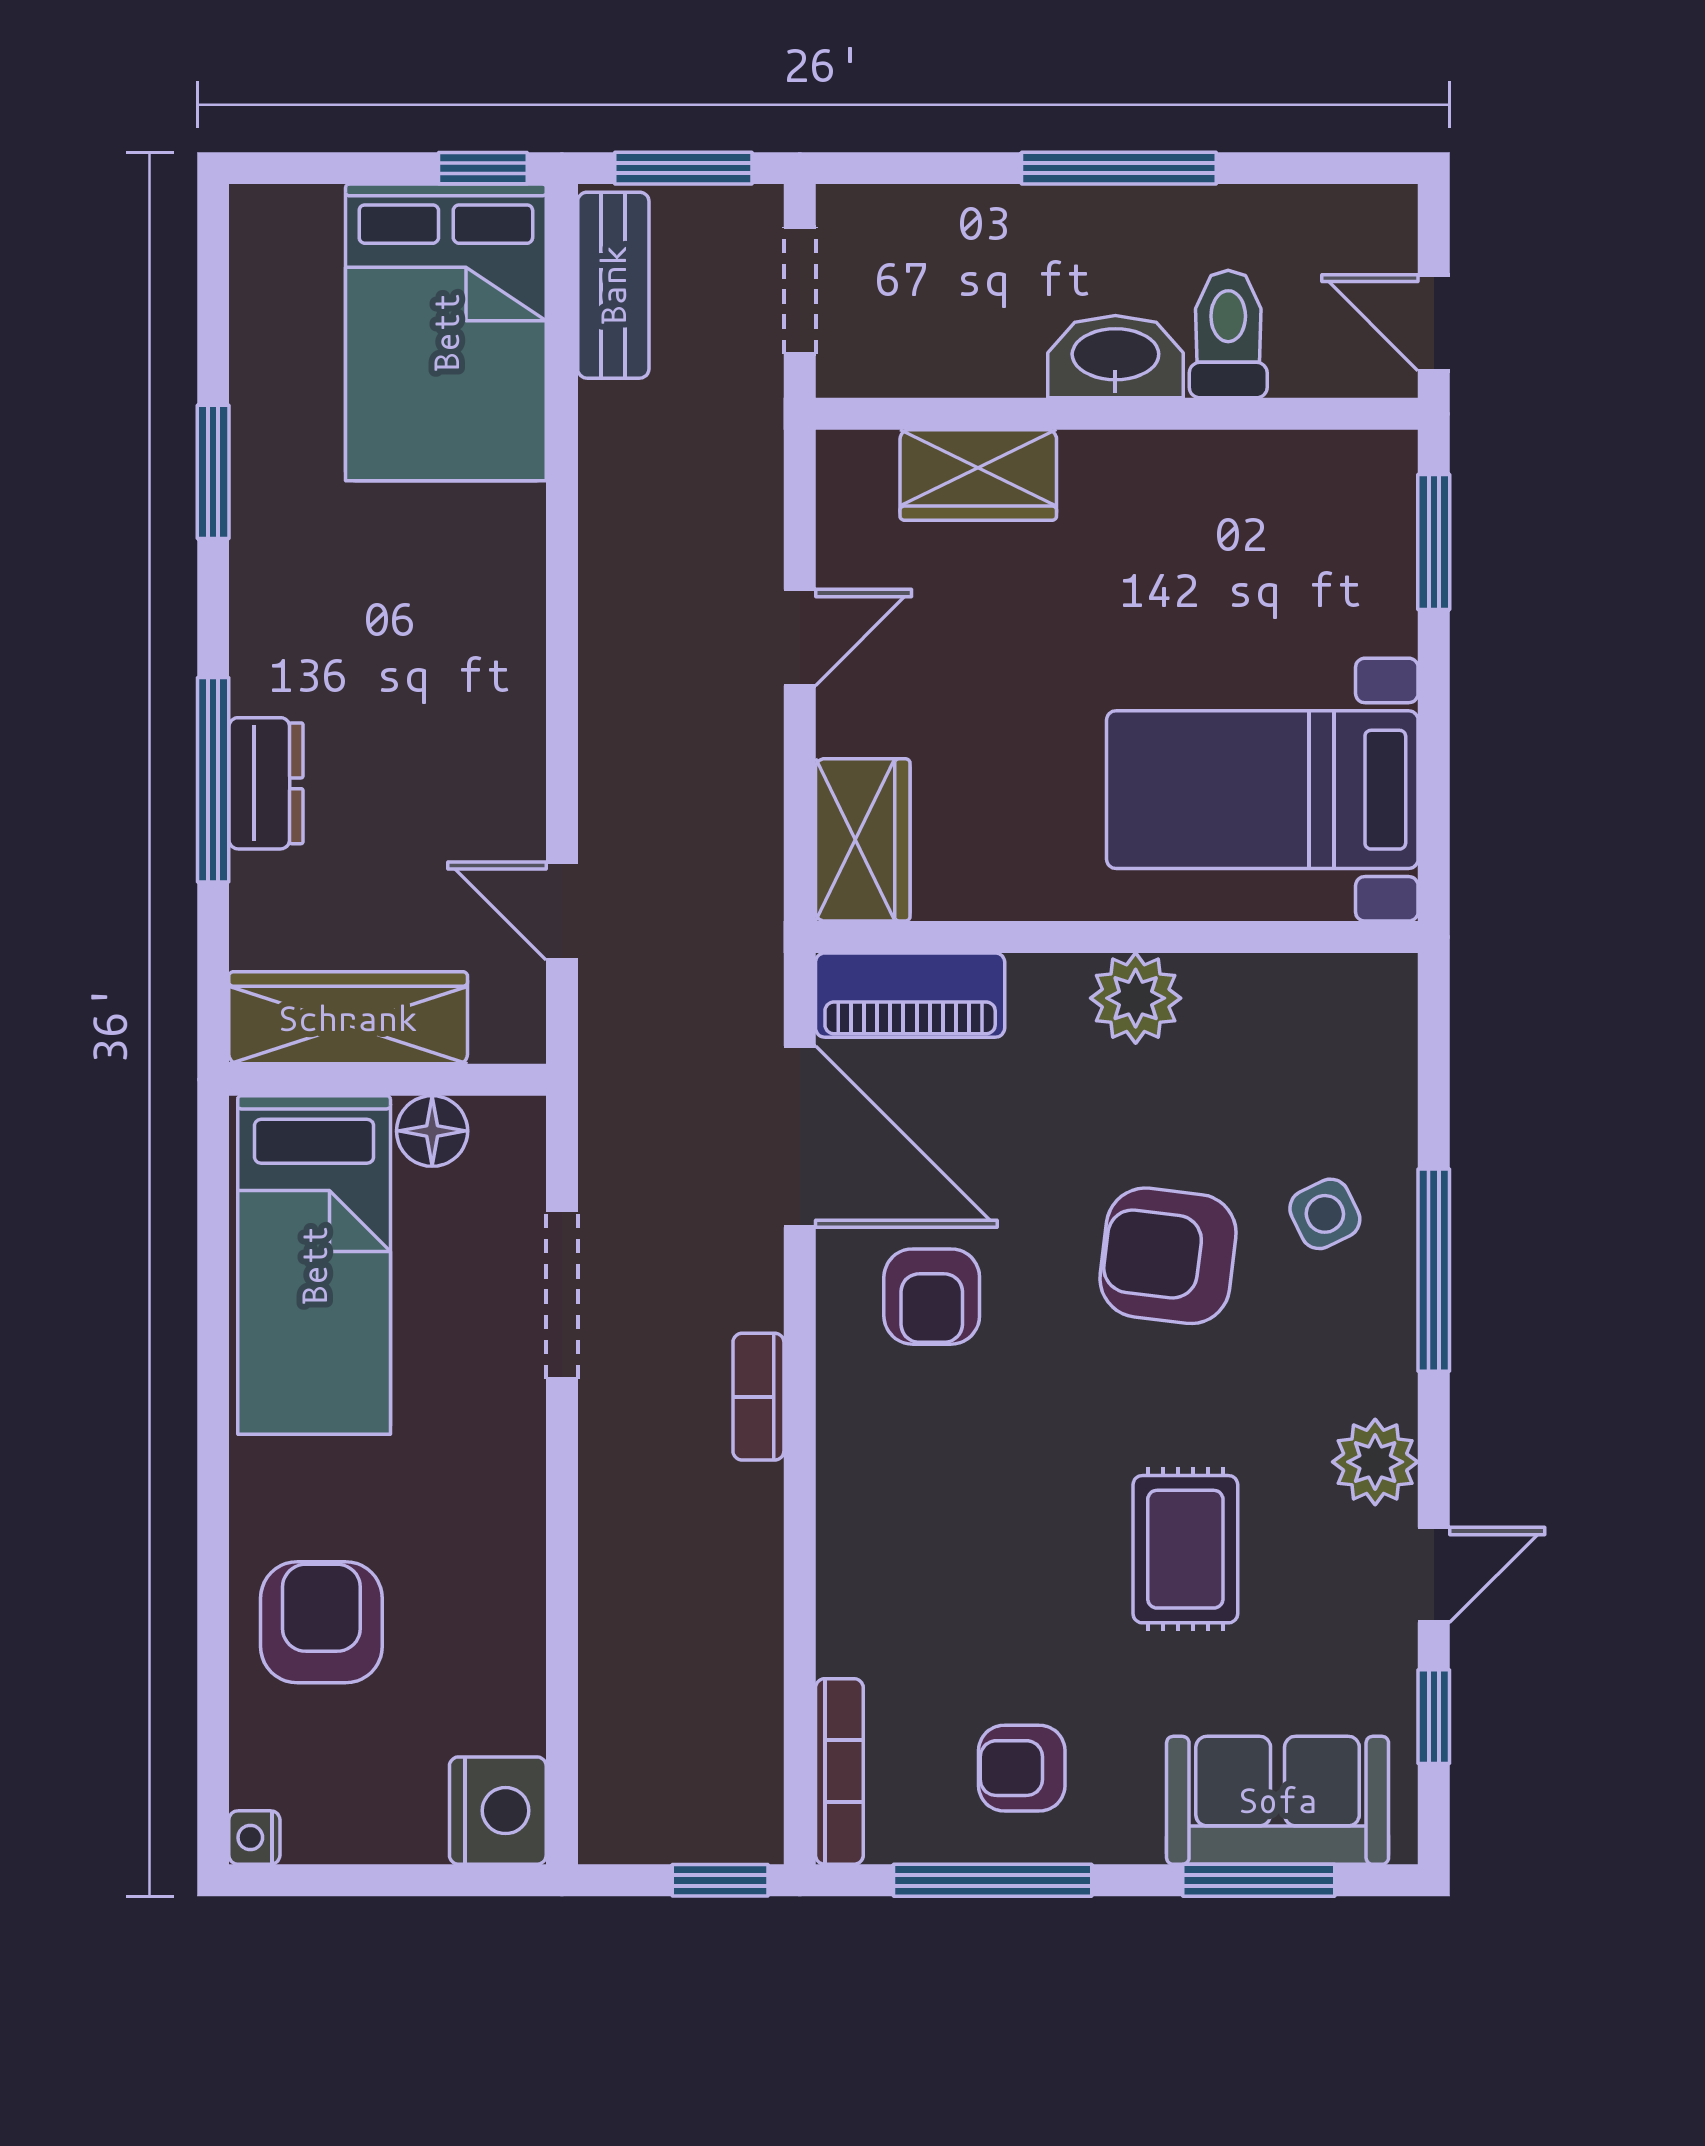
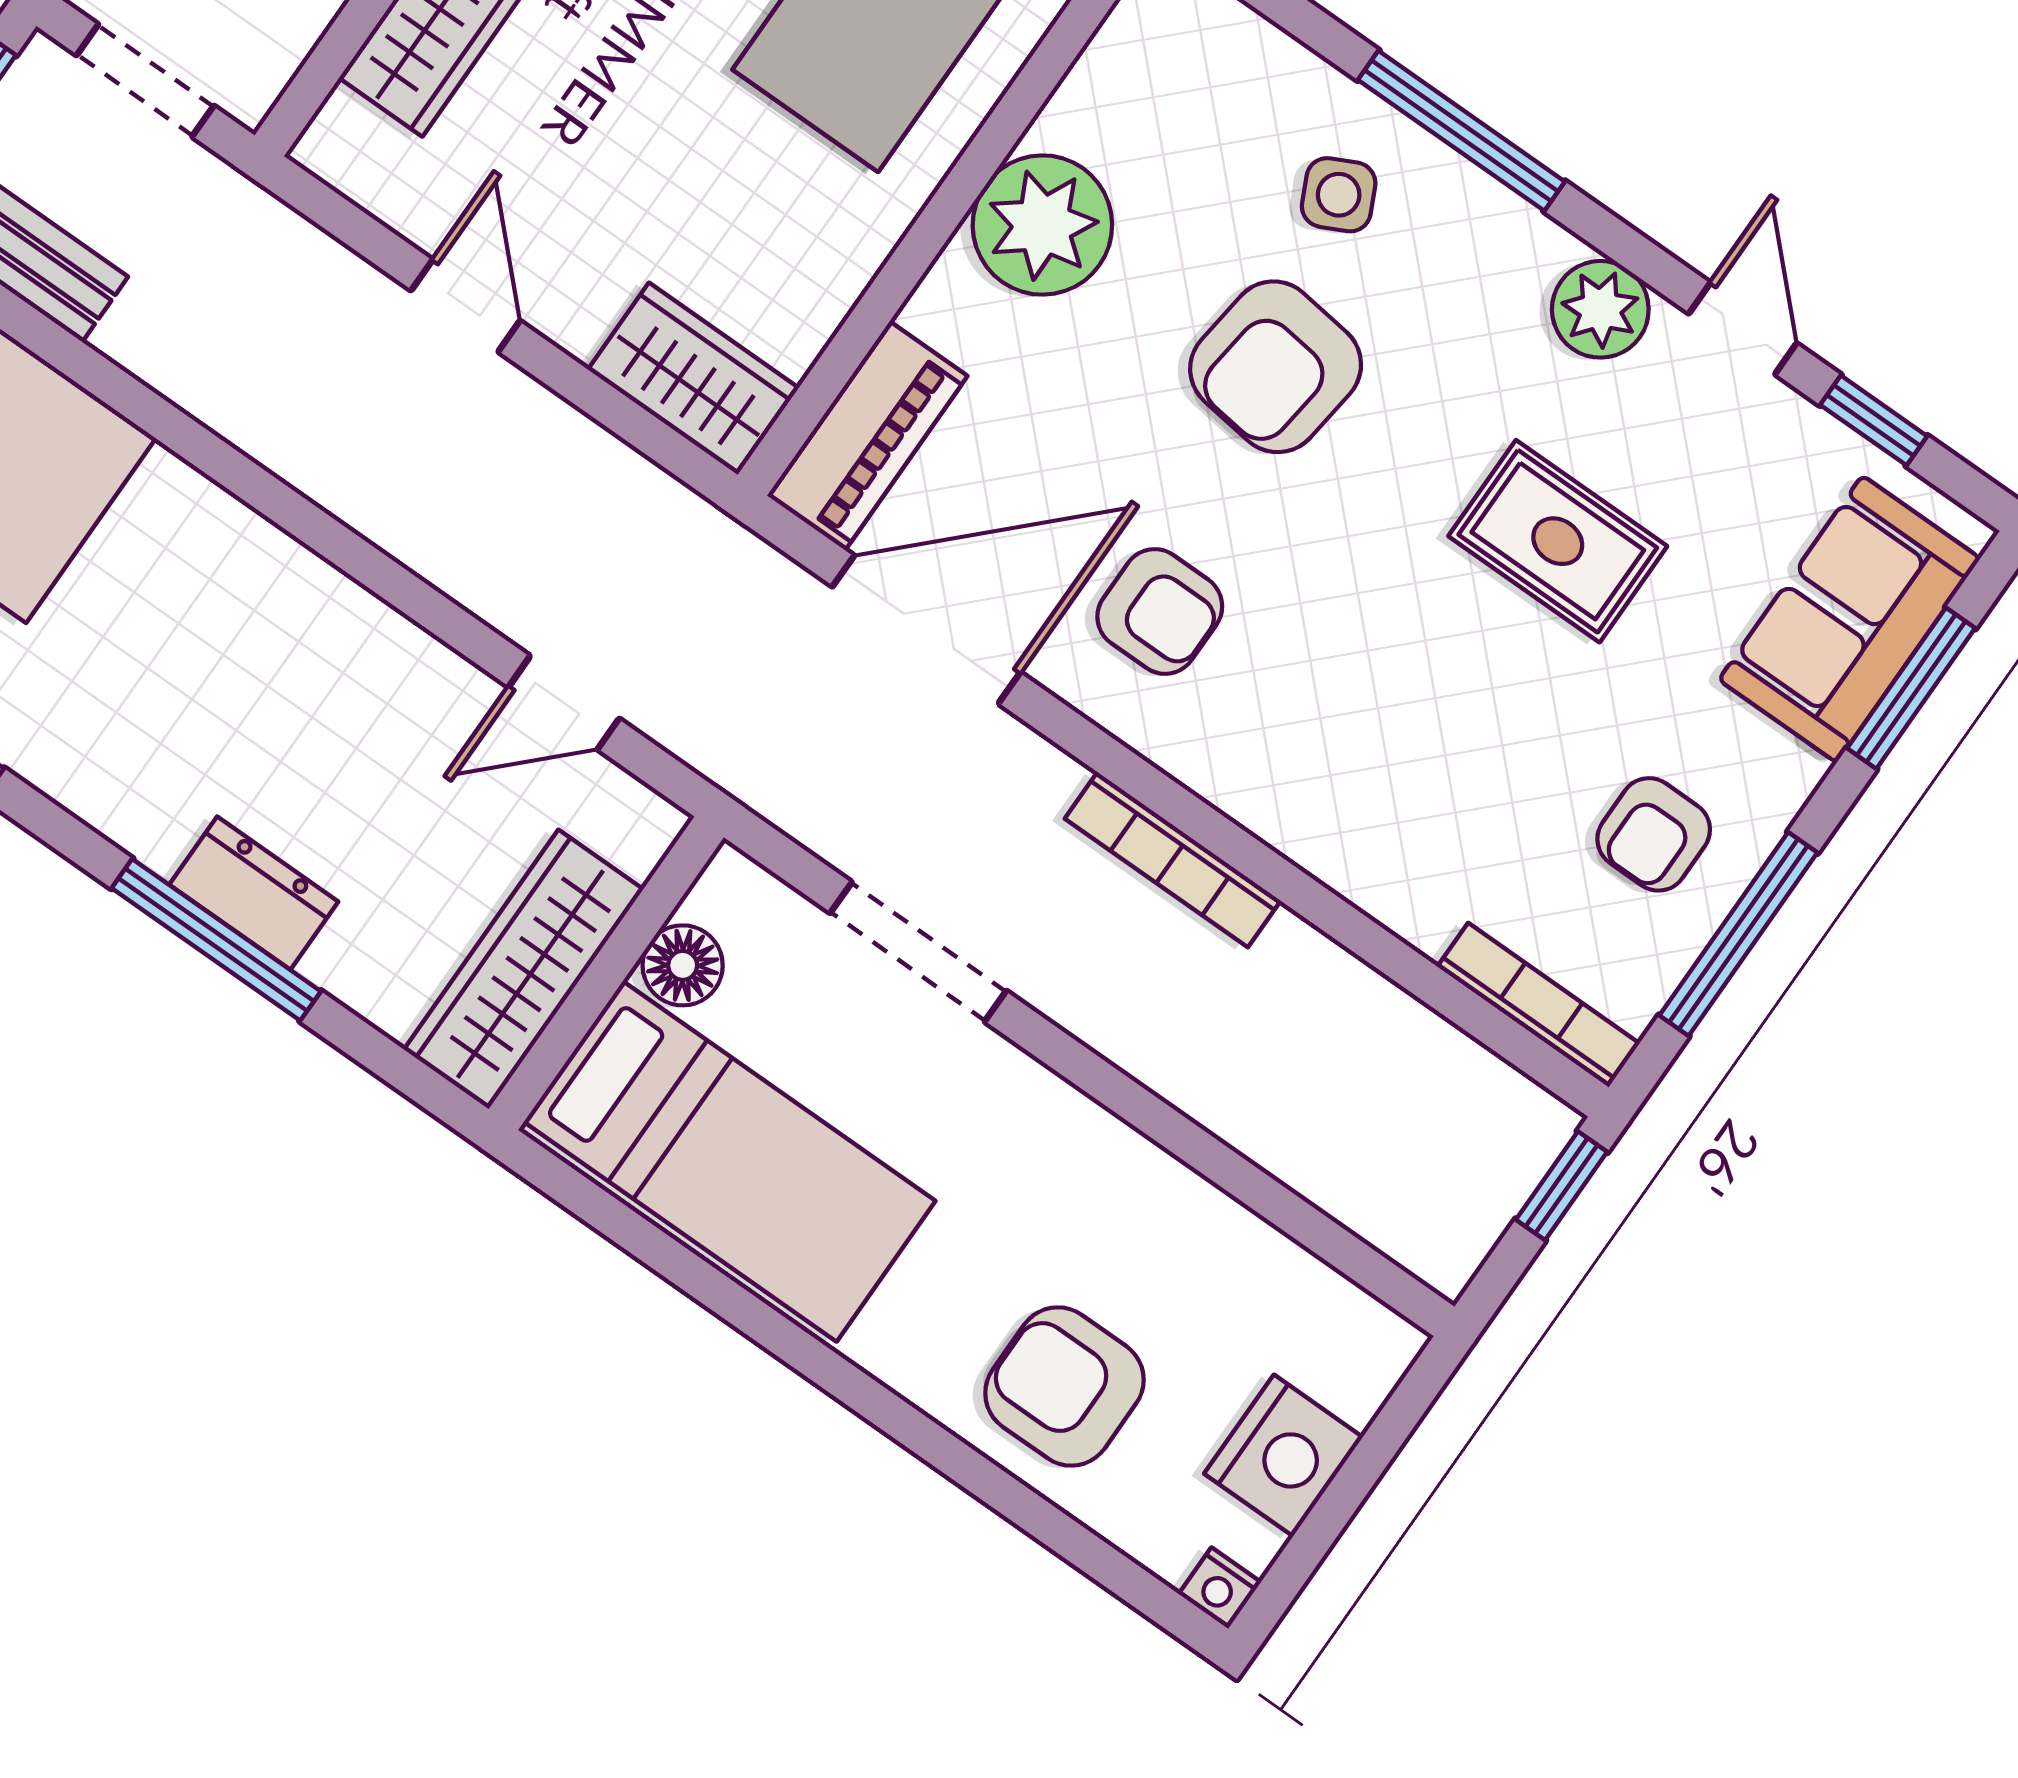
plant: (1136, 998) -> (1042, 225), width x1.36, depth x1.36
bookcase: (758, 1397) -> (1173, 860), width x1.56
nightstand: (498, 1811) -> (1283, 1455), moved, turned 90

